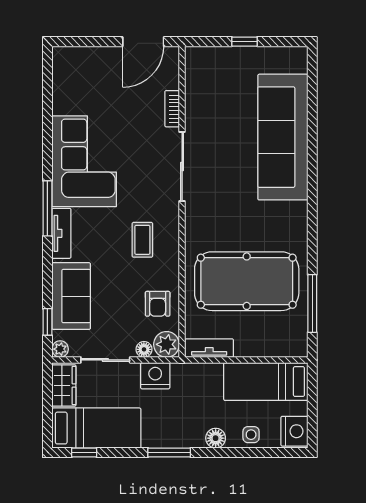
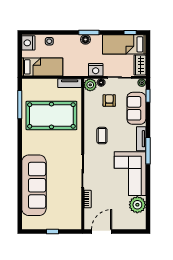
plant: (69, 97) -> (137, 205), added
armchair: (158, 304) -> (109, 101), moved
floor lamp: (216, 438) -> (85, 39), moved

